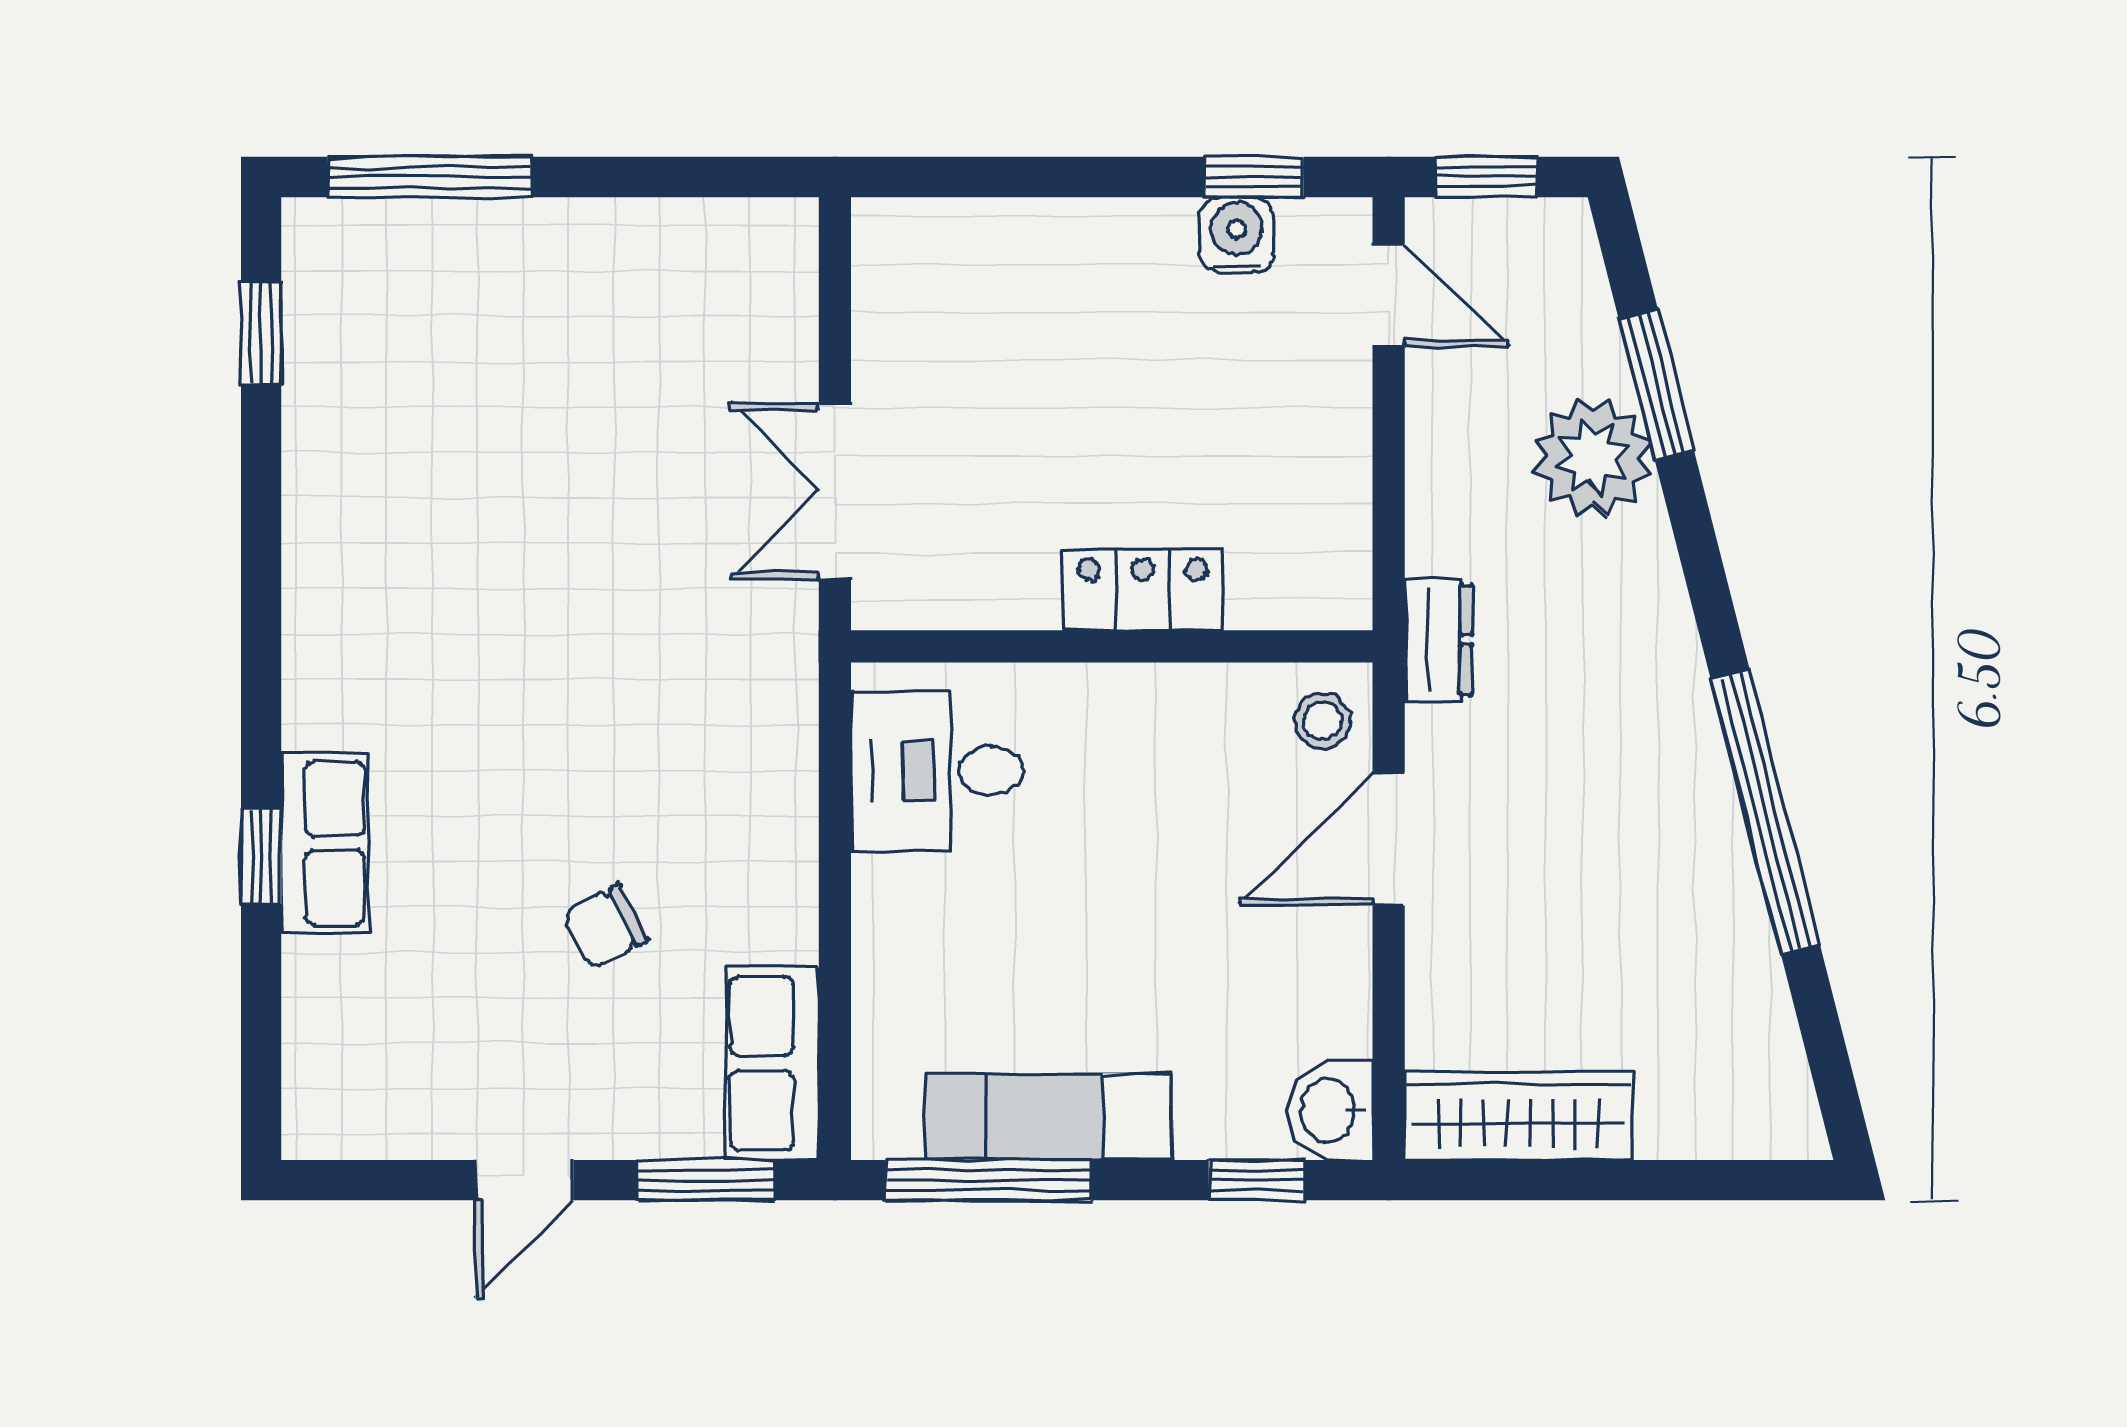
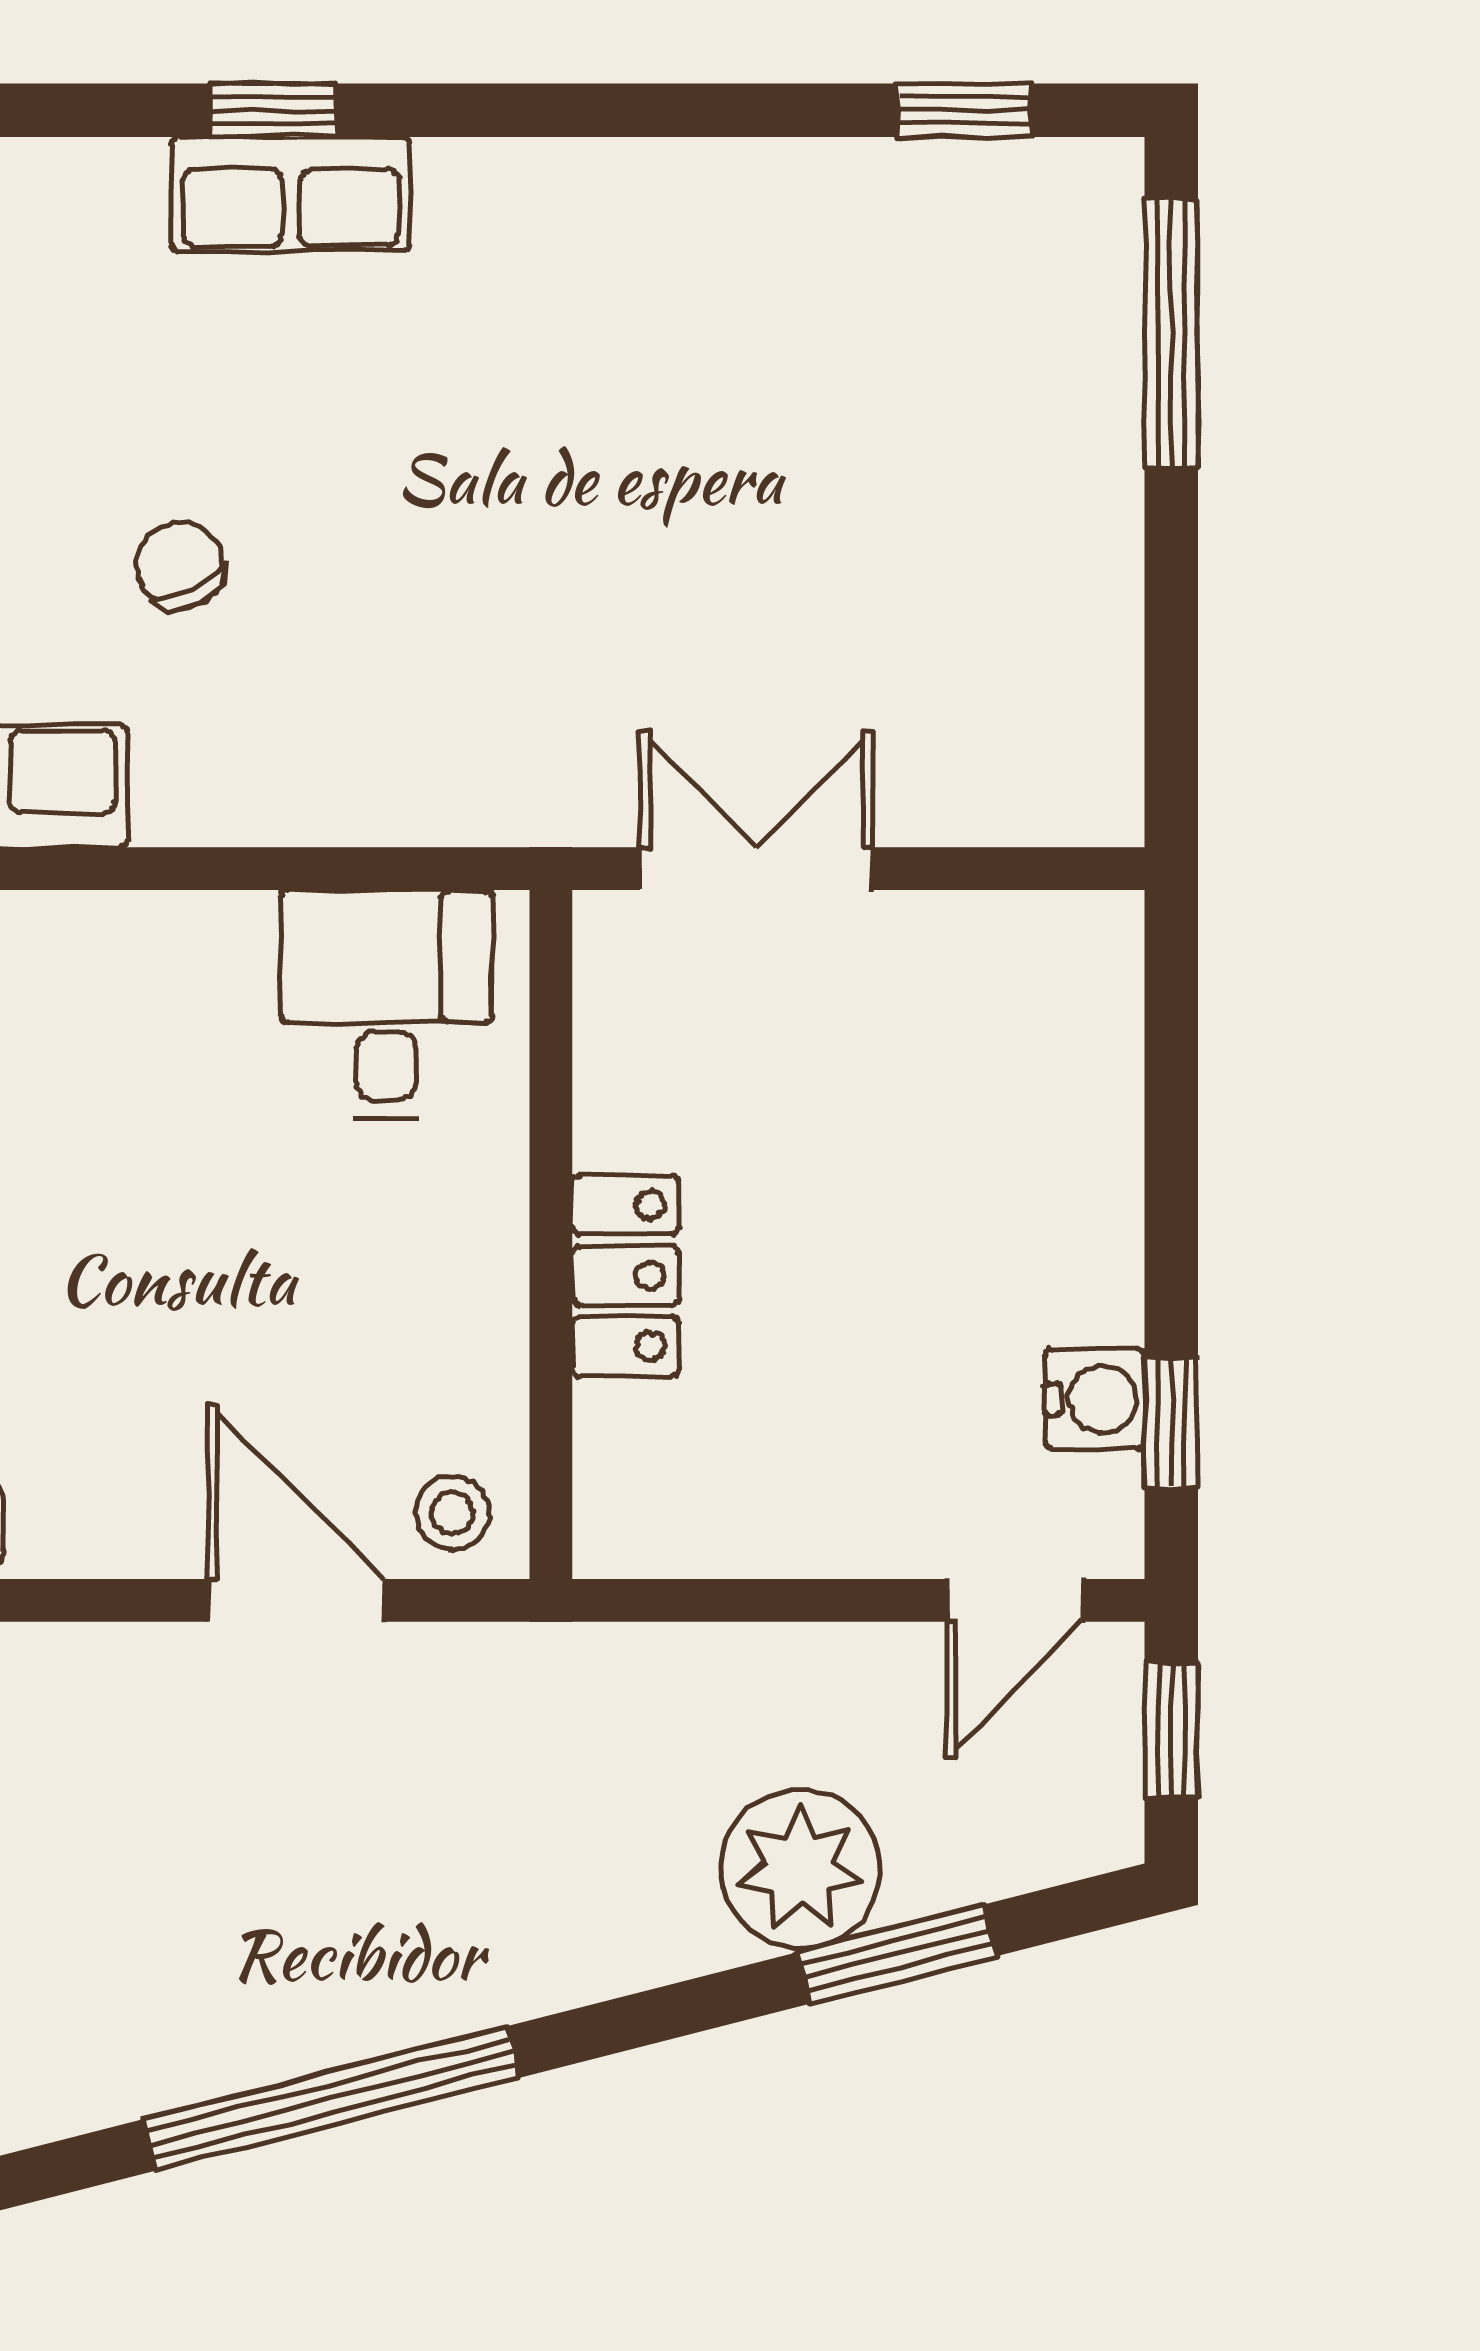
dresser: (1439, 640) -> (560, 1666), removed

